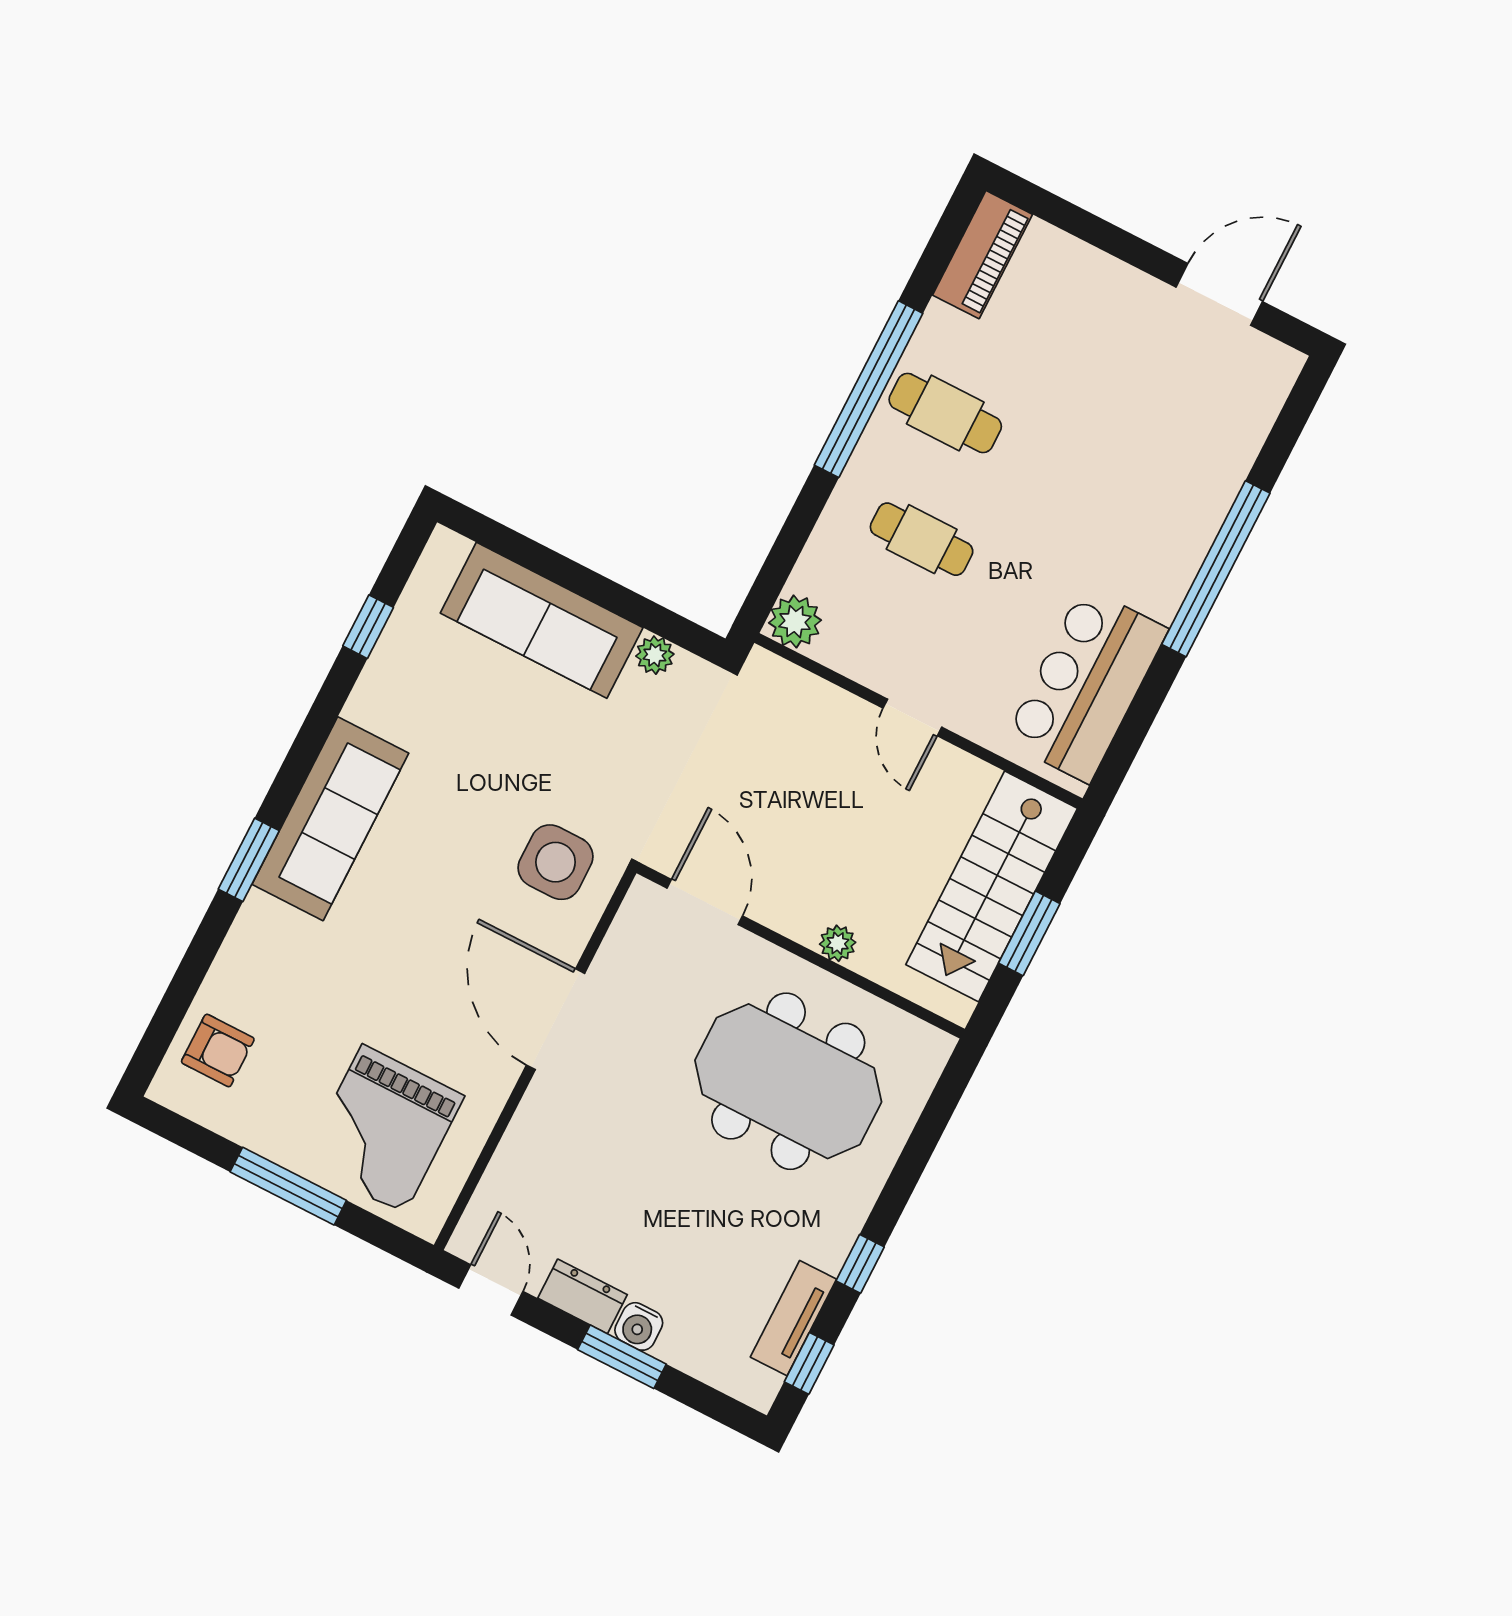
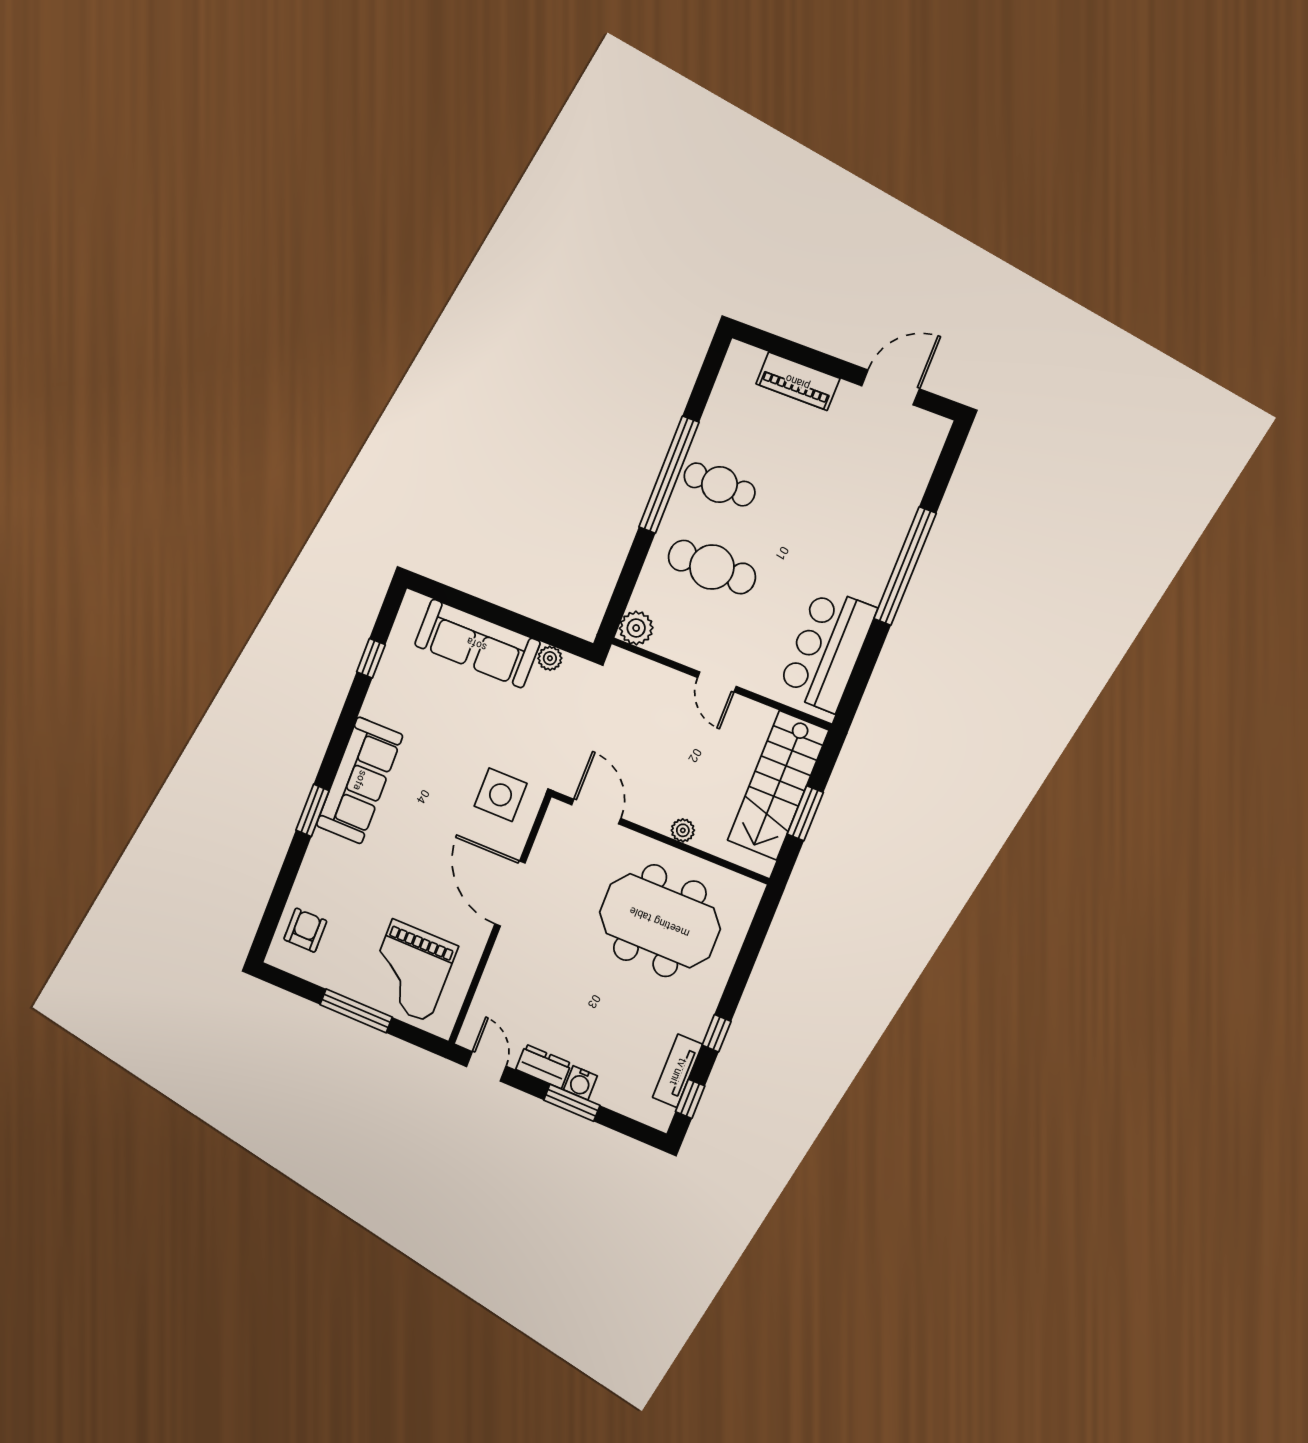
piano: (982, 255) -> (798, 381), moved, turned 90
cafe table: (922, 539) -> (712, 567), width x1.37, depth x1.35
armchair: (218, 1050) -> (305, 930), turned -90

